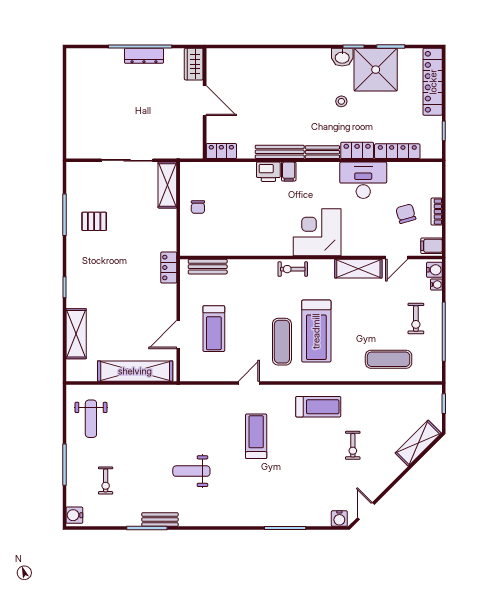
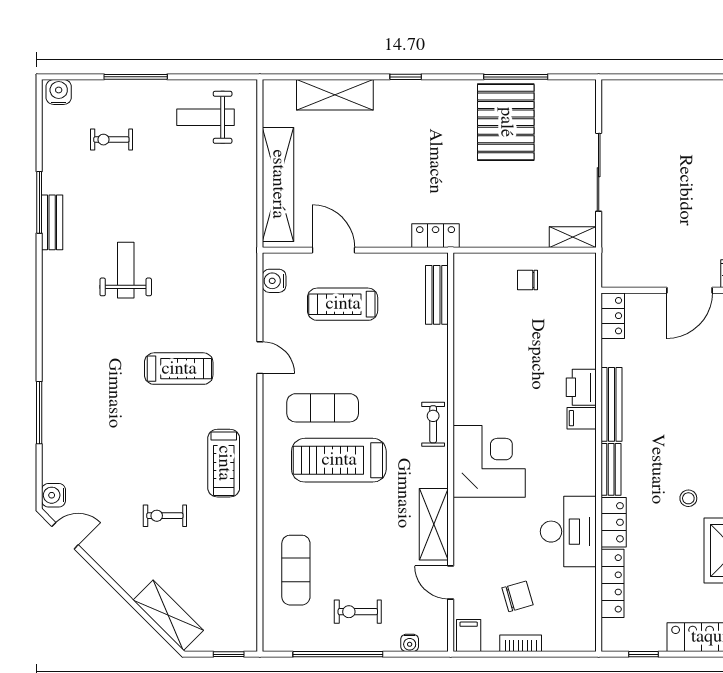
shelving: (167, 185) -> (573, 237), width x0.67, depth x0.75
pallet: (94, 221) -> (506, 122), width x2.05, depth x2.00
water cooler: (434, 270) -> (274, 281), moved, turned 90

